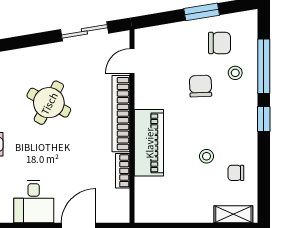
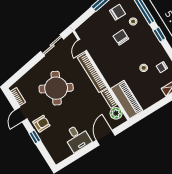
round table: (49, 103) -> (56, 88), width x1.36, depth x1.36
piano: (149, 143) -> (127, 100), moved
plant: (119, 201) -> (116, 113), added

